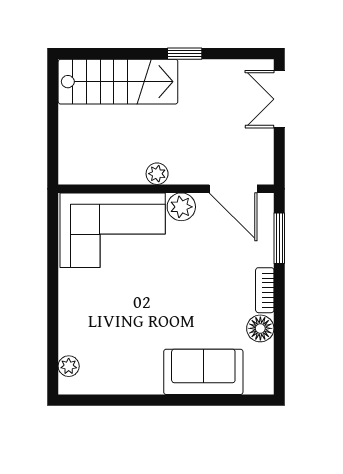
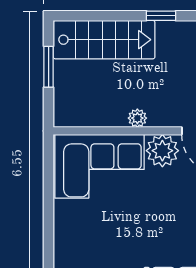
window: (53, 113) -> (49, 67), added
plant: (181, 207) -> (162, 151), width x1.36, depth x1.36

